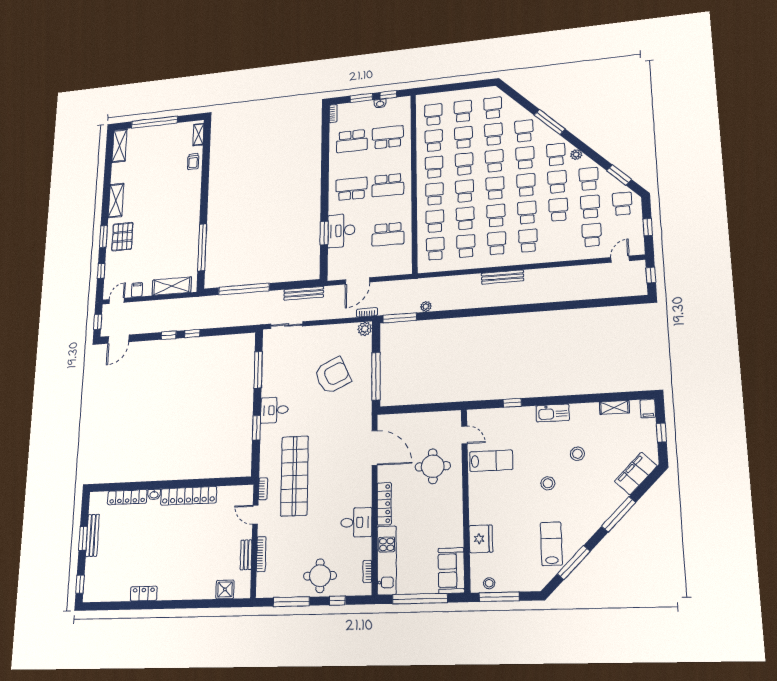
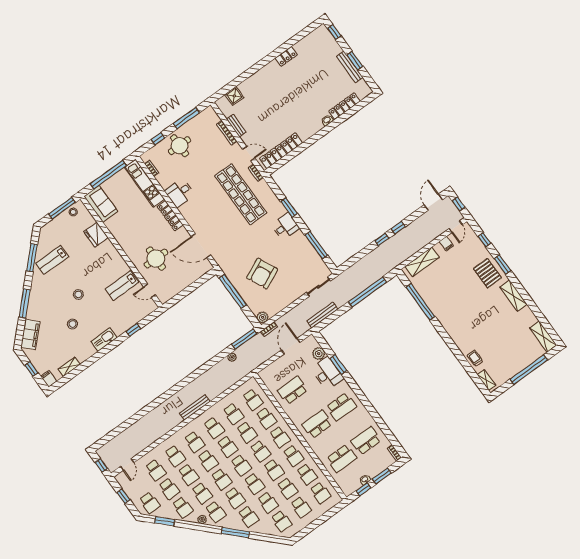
school desk: (560, 238) -> (175, 456), added
plant: (335, 256) -> (319, 354), added
locker: (189, 496) -> (281, 151), moved
lab bench: (551, 544) -> (52, 260), turned 90

